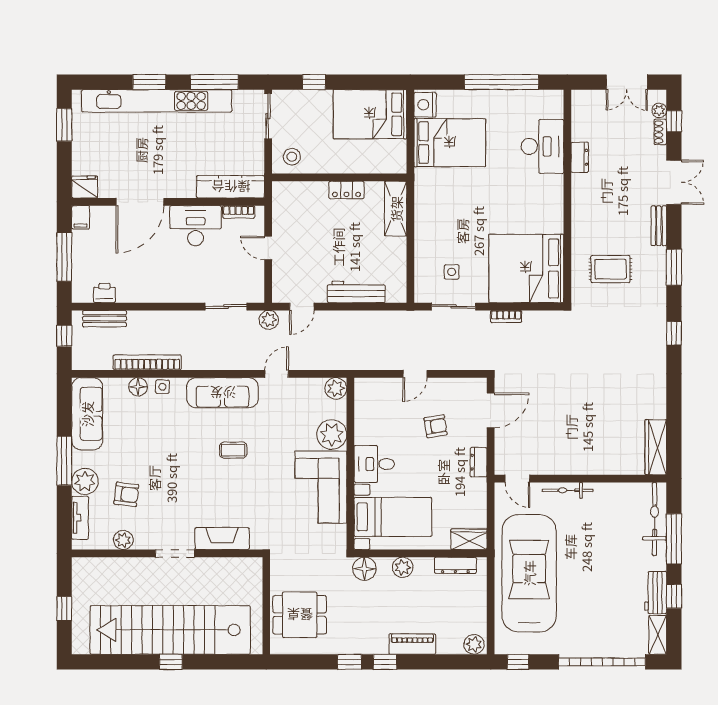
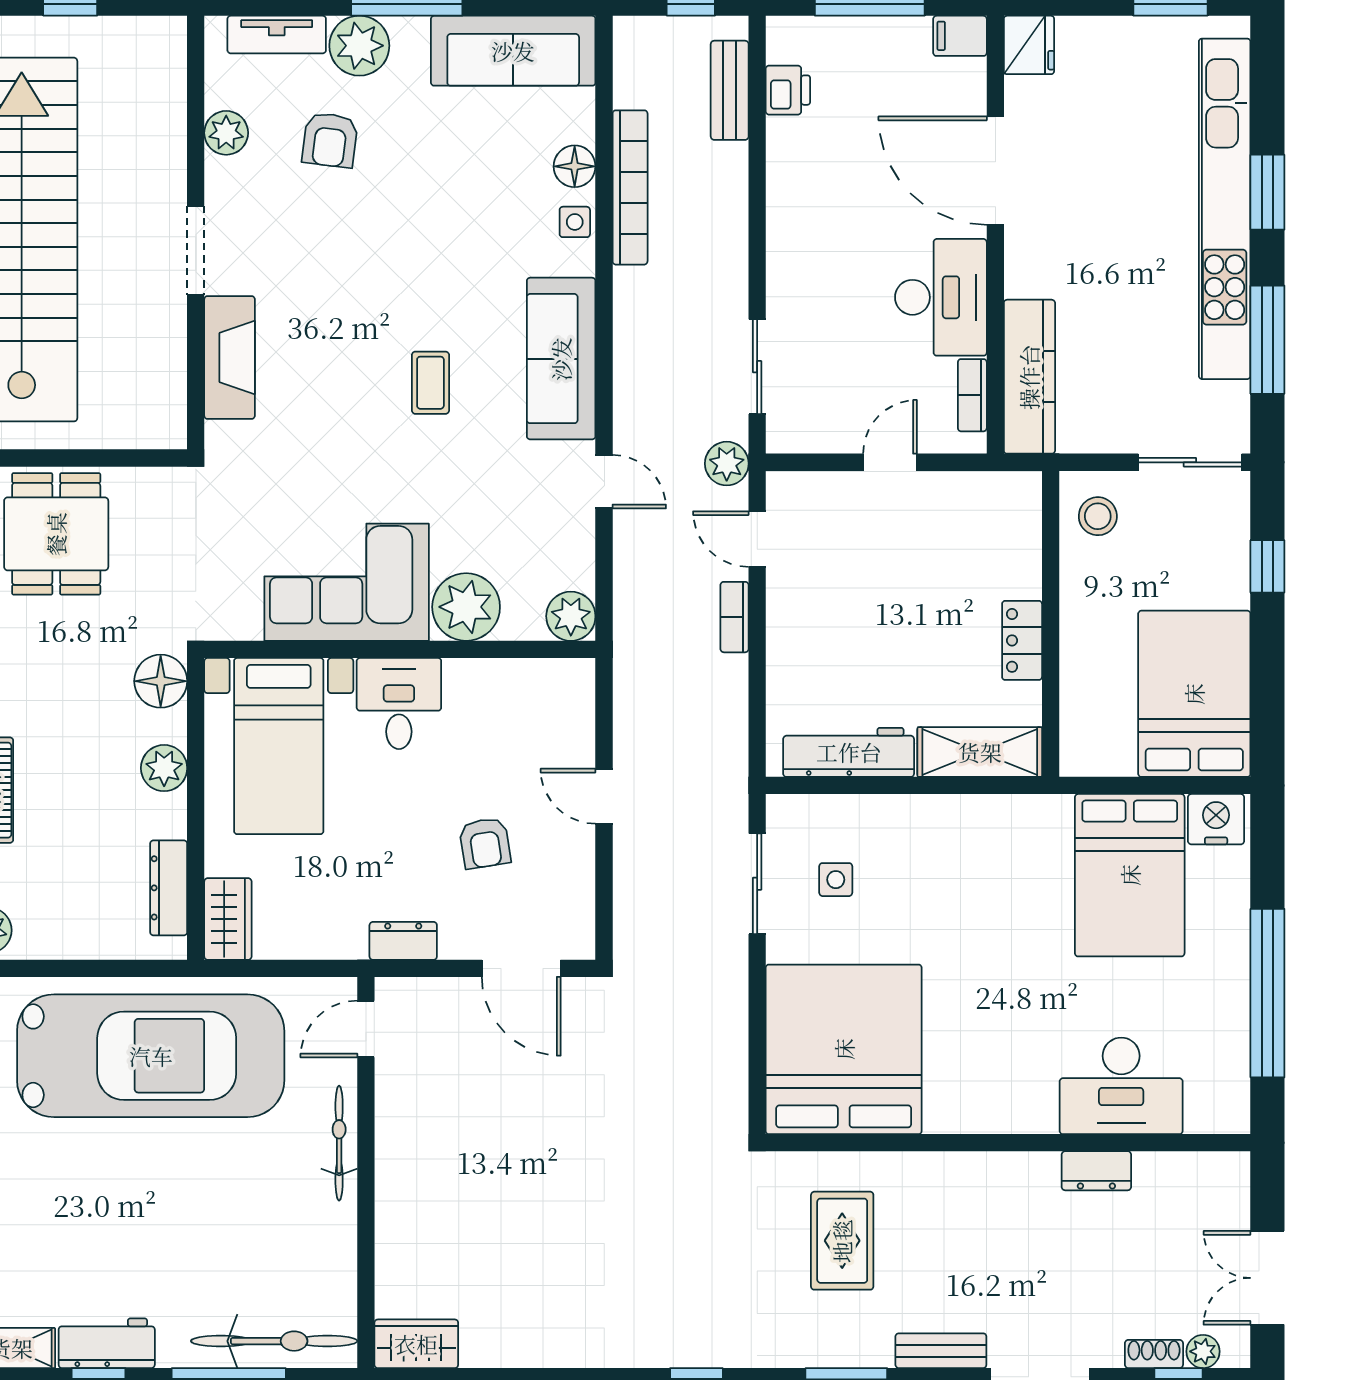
workbench: (356, 292) -> (849, 752), moved, turned -90
bookcase: (506, 316) -> (735, 617), moved
wardrobe: (656, 447) -> (416, 1344), width x0.67

